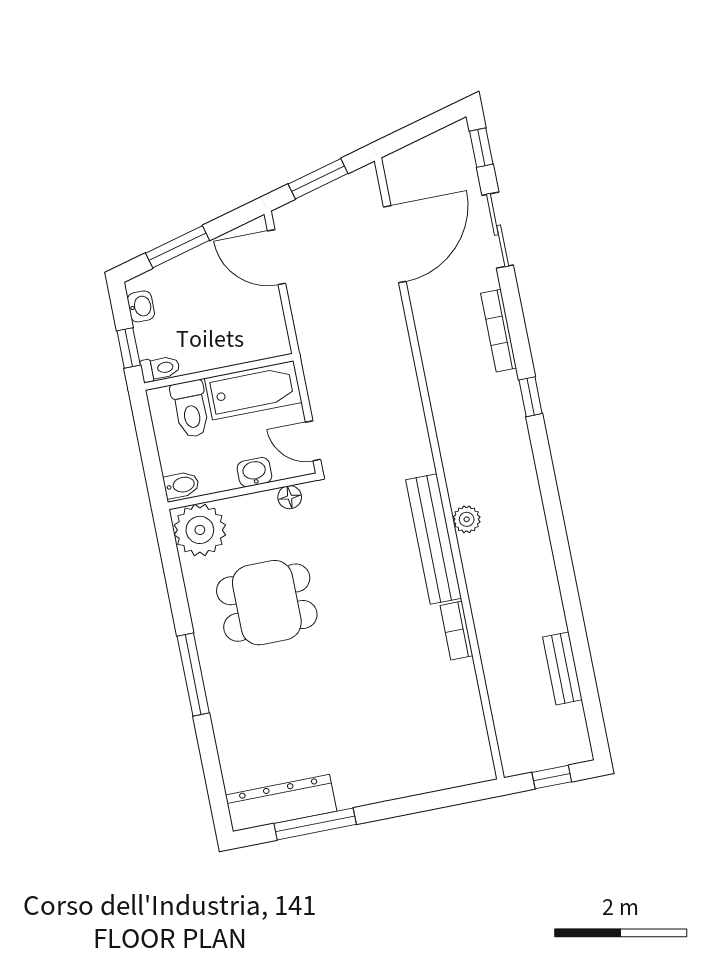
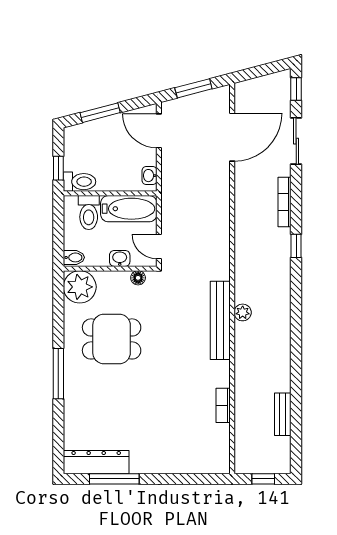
washbasin: (141, 306) -> (149, 176), moved, turned 180
toilet: (160, 368) -> (80, 182), width x1.37, depth x1.39
bookcase: (456, 631) -> (223, 405), moved

